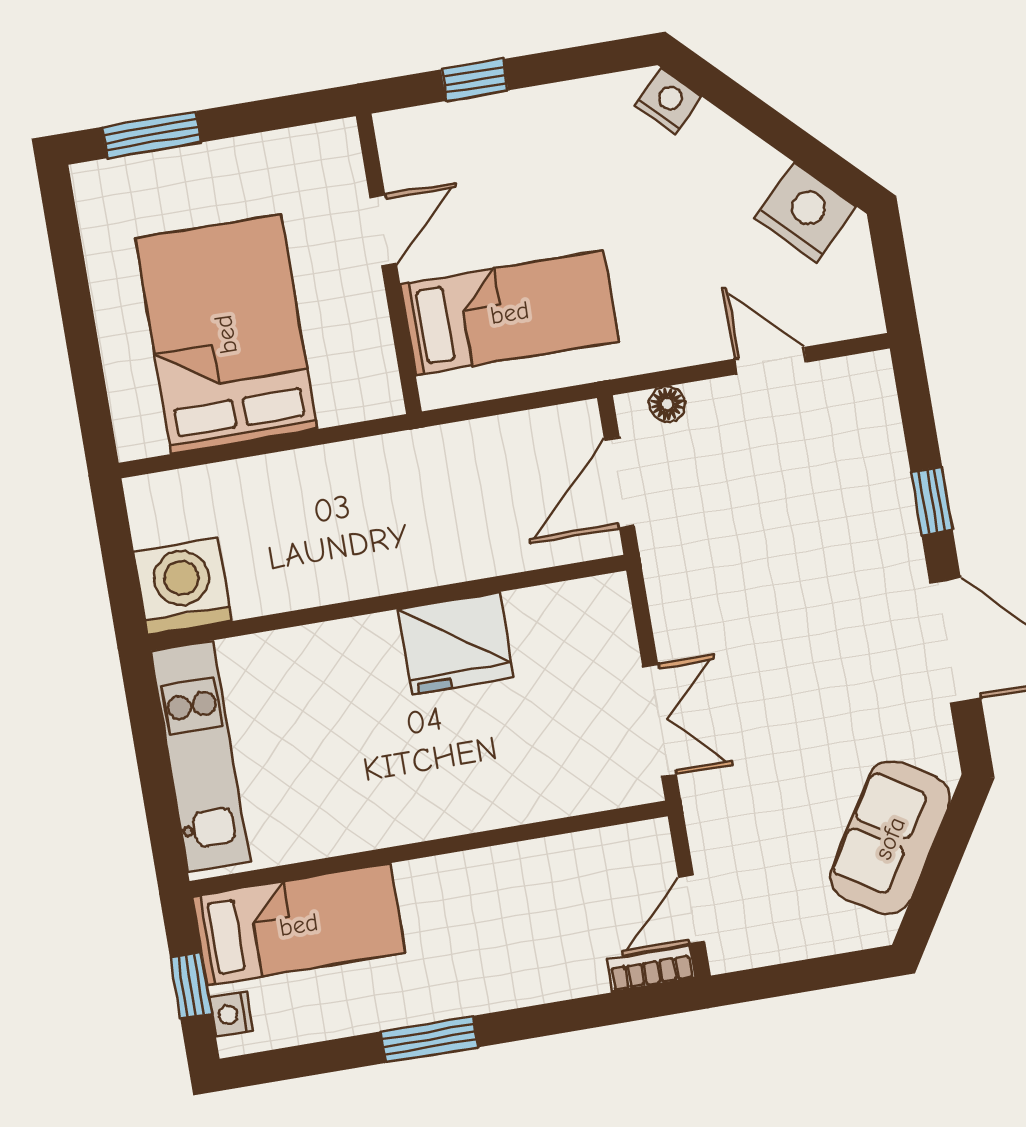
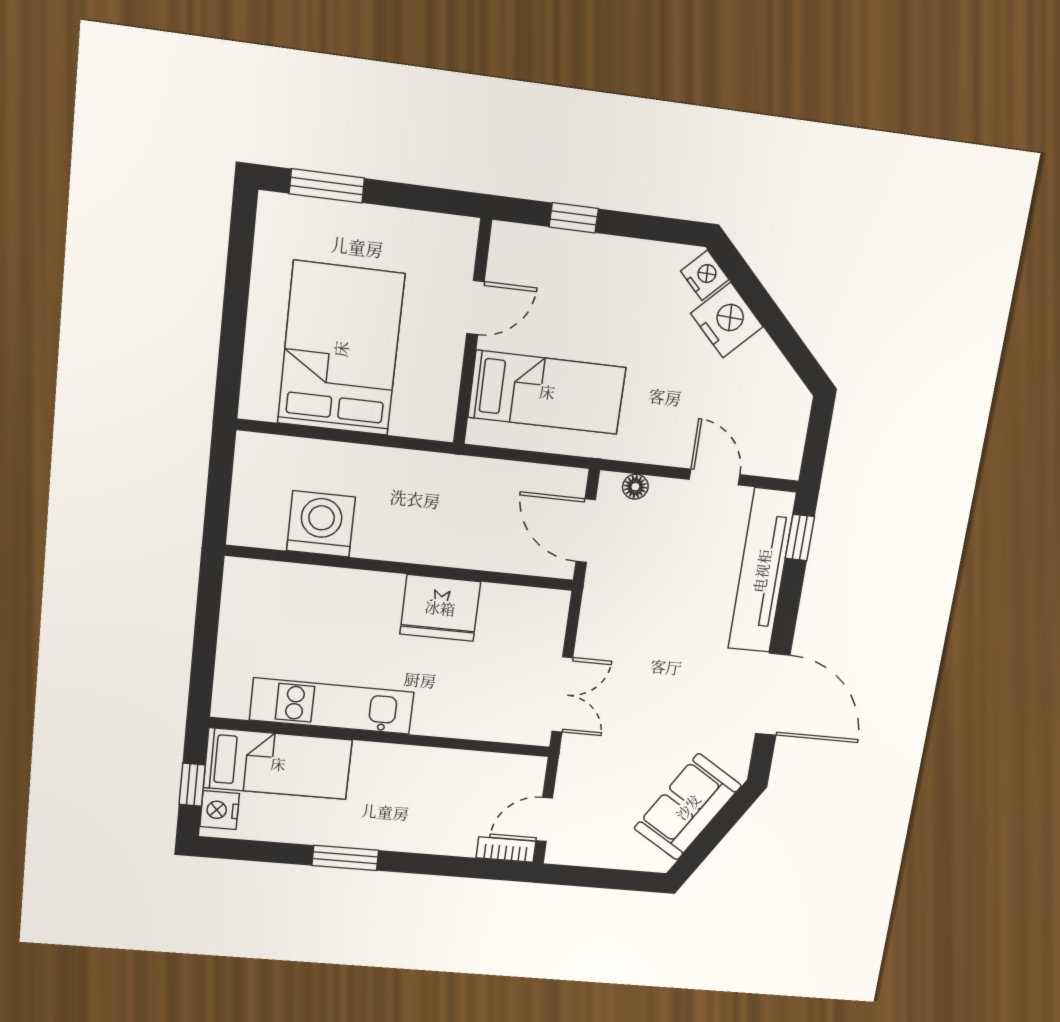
nightstand: (805, 212) -> (727, 320), moved
tv unit: (880, 470) -> (762, 571), added
door: (619, 483) -> (586, 531), hinge flipped
window: (932, 501) -> (800, 538), moved
washing machine: (183, 586) -> (321, 524), moved
kitchen unit: (200, 756) -> (332, 706), moved, turned -90
nightstand: (231, 1014) -> (220, 810), width x1.39, depth x1.35

